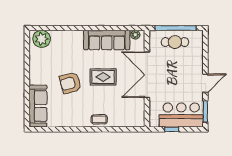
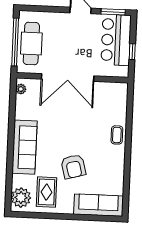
sofa: (107, 40) -> (24, 147), moved
cafe table: (175, 42) -> (31, 44), width x1.37, depth x1.35
rug: (103, 77) -> (47, 192), moved

